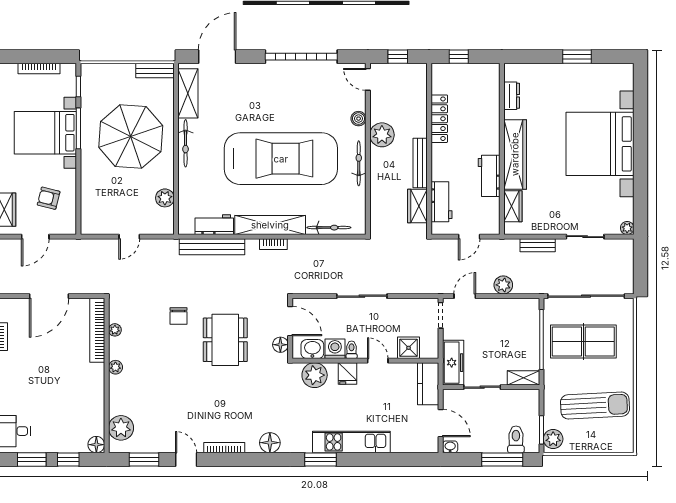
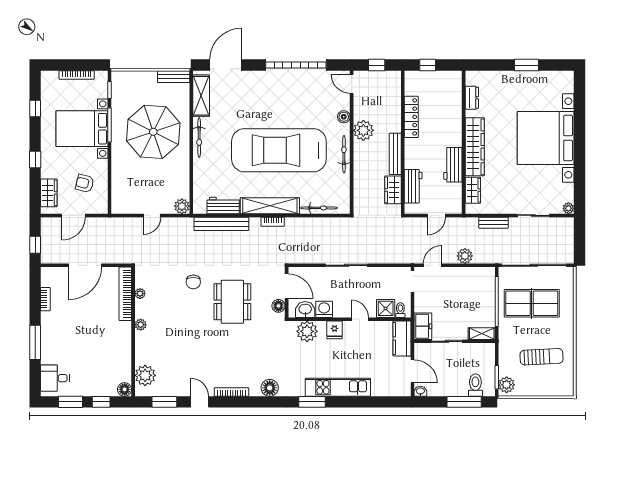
car: (281, 159) -> (279, 150), turned 180
plant: (165, 198) -> (182, 206), moved
toilet: (352, 350) -> (400, 310), moved
freezer: (453, 363) -> (423, 326), width x0.71
sun lounger: (595, 406) -> (542, 357), width x0.73, depth x0.75

